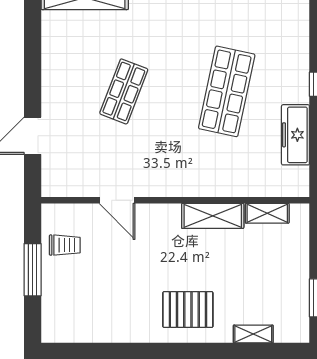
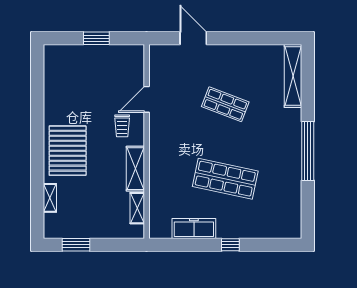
trolley: (65, 245) -> (122, 126), moved
window: (33, 270) -> (96, 38), width x0.69
pallet: (188, 310) -> (68, 151), width x1.37, depth x1.41

